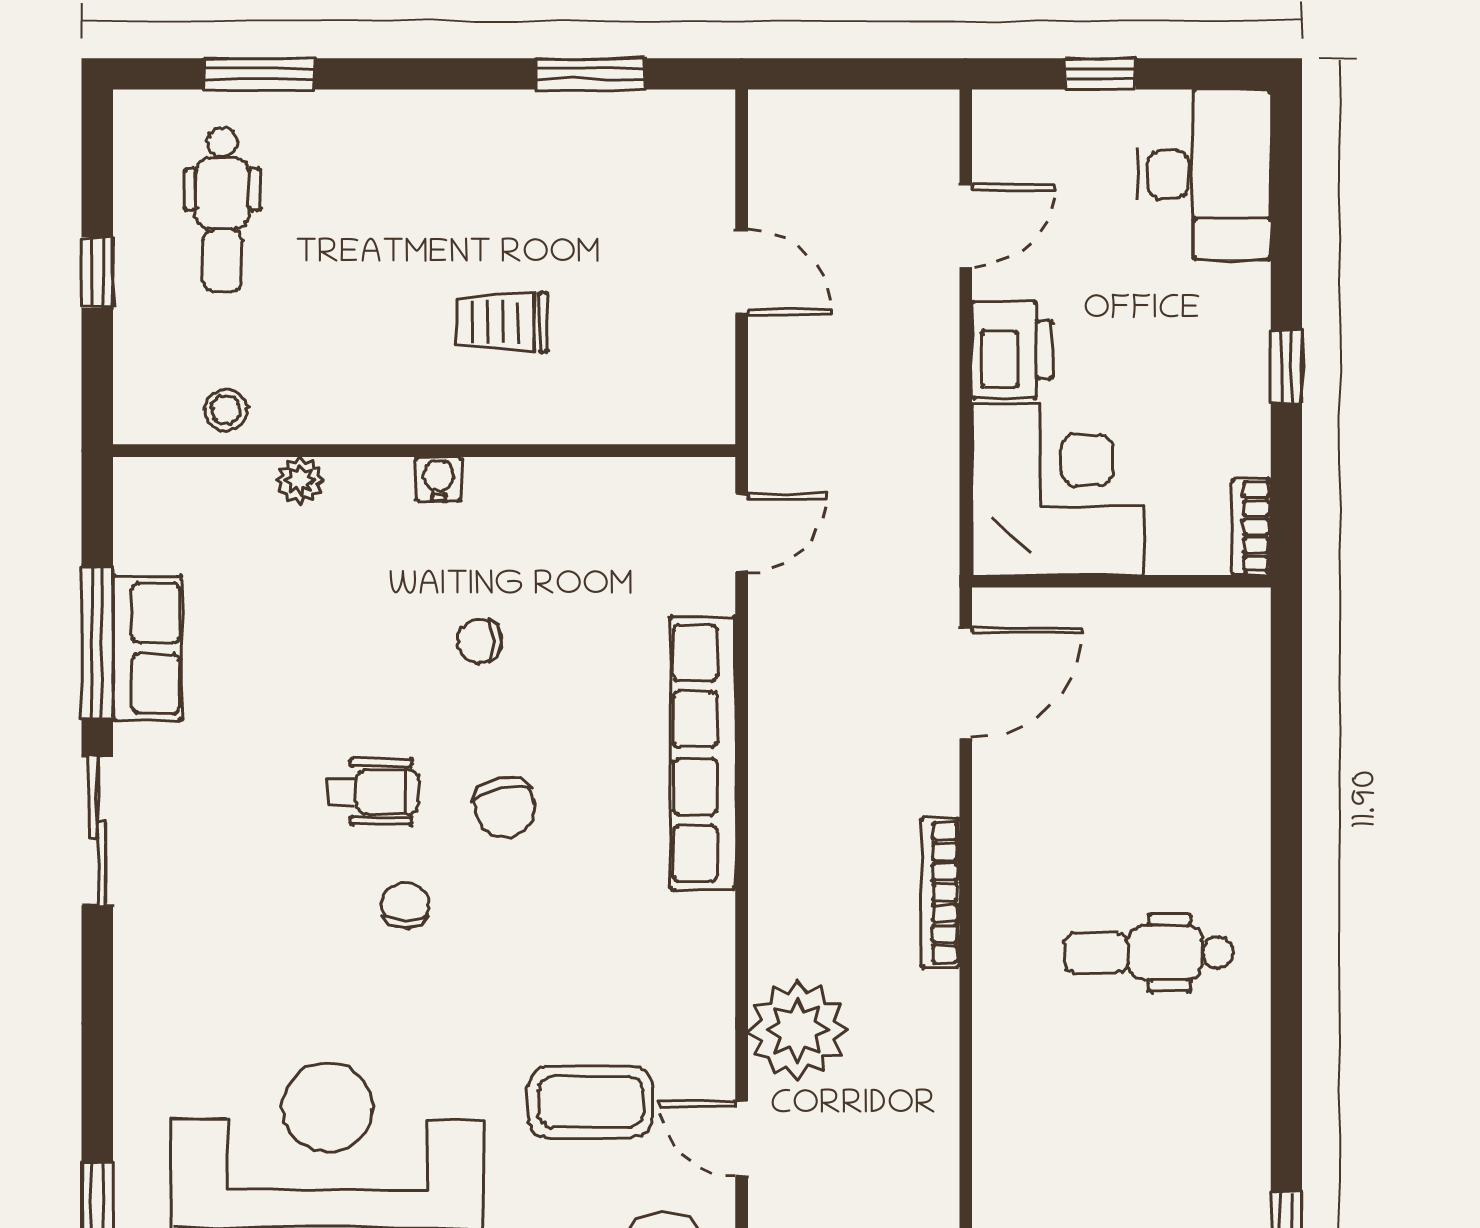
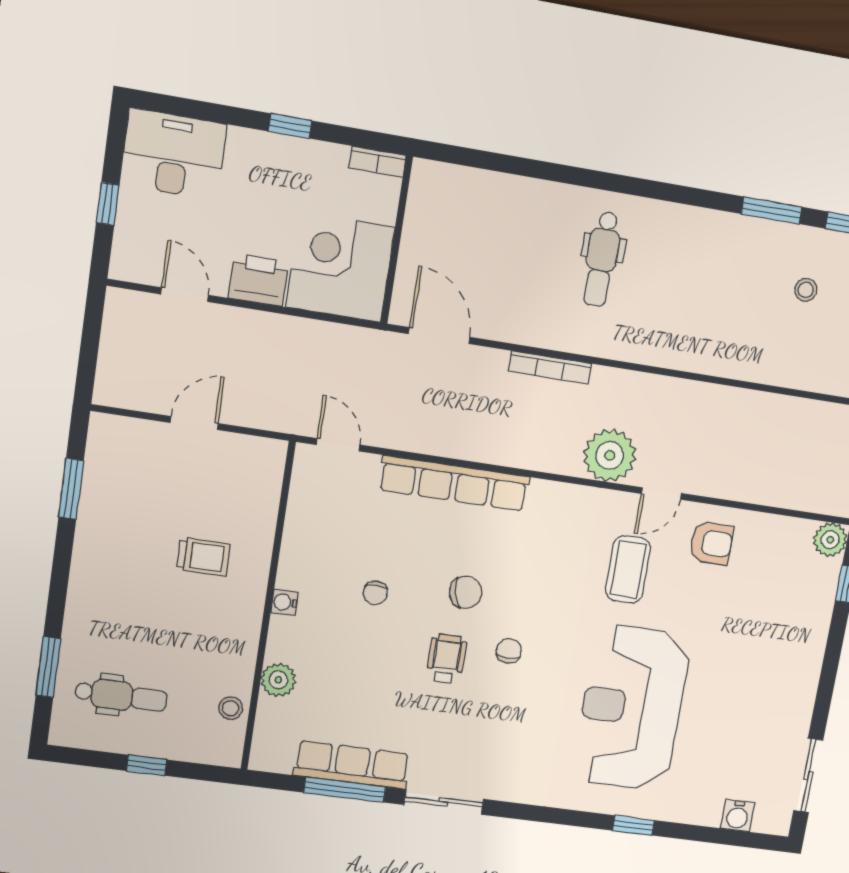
trolley: (502, 322) -> (203, 557), turned -90
plant: (300, 480) -> (278, 680), width x1.38, depth x1.38
row of seats: (147, 648) -> (352, 765), width x1.48
chair: (405, 905) -> (509, 651), turned 90

